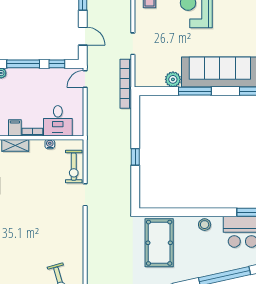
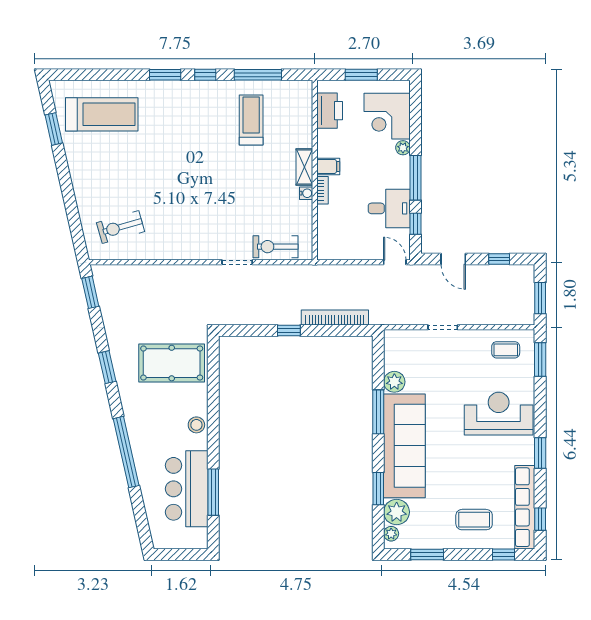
door: (83, 36) -> (453, 259), hinge flipped
bookcase: (126, 84) -> (335, 317), moved
desk: (58, 121) -> (389, 208), moved, turned 180
water cooler: (50, 144) -> (306, 193), moved

